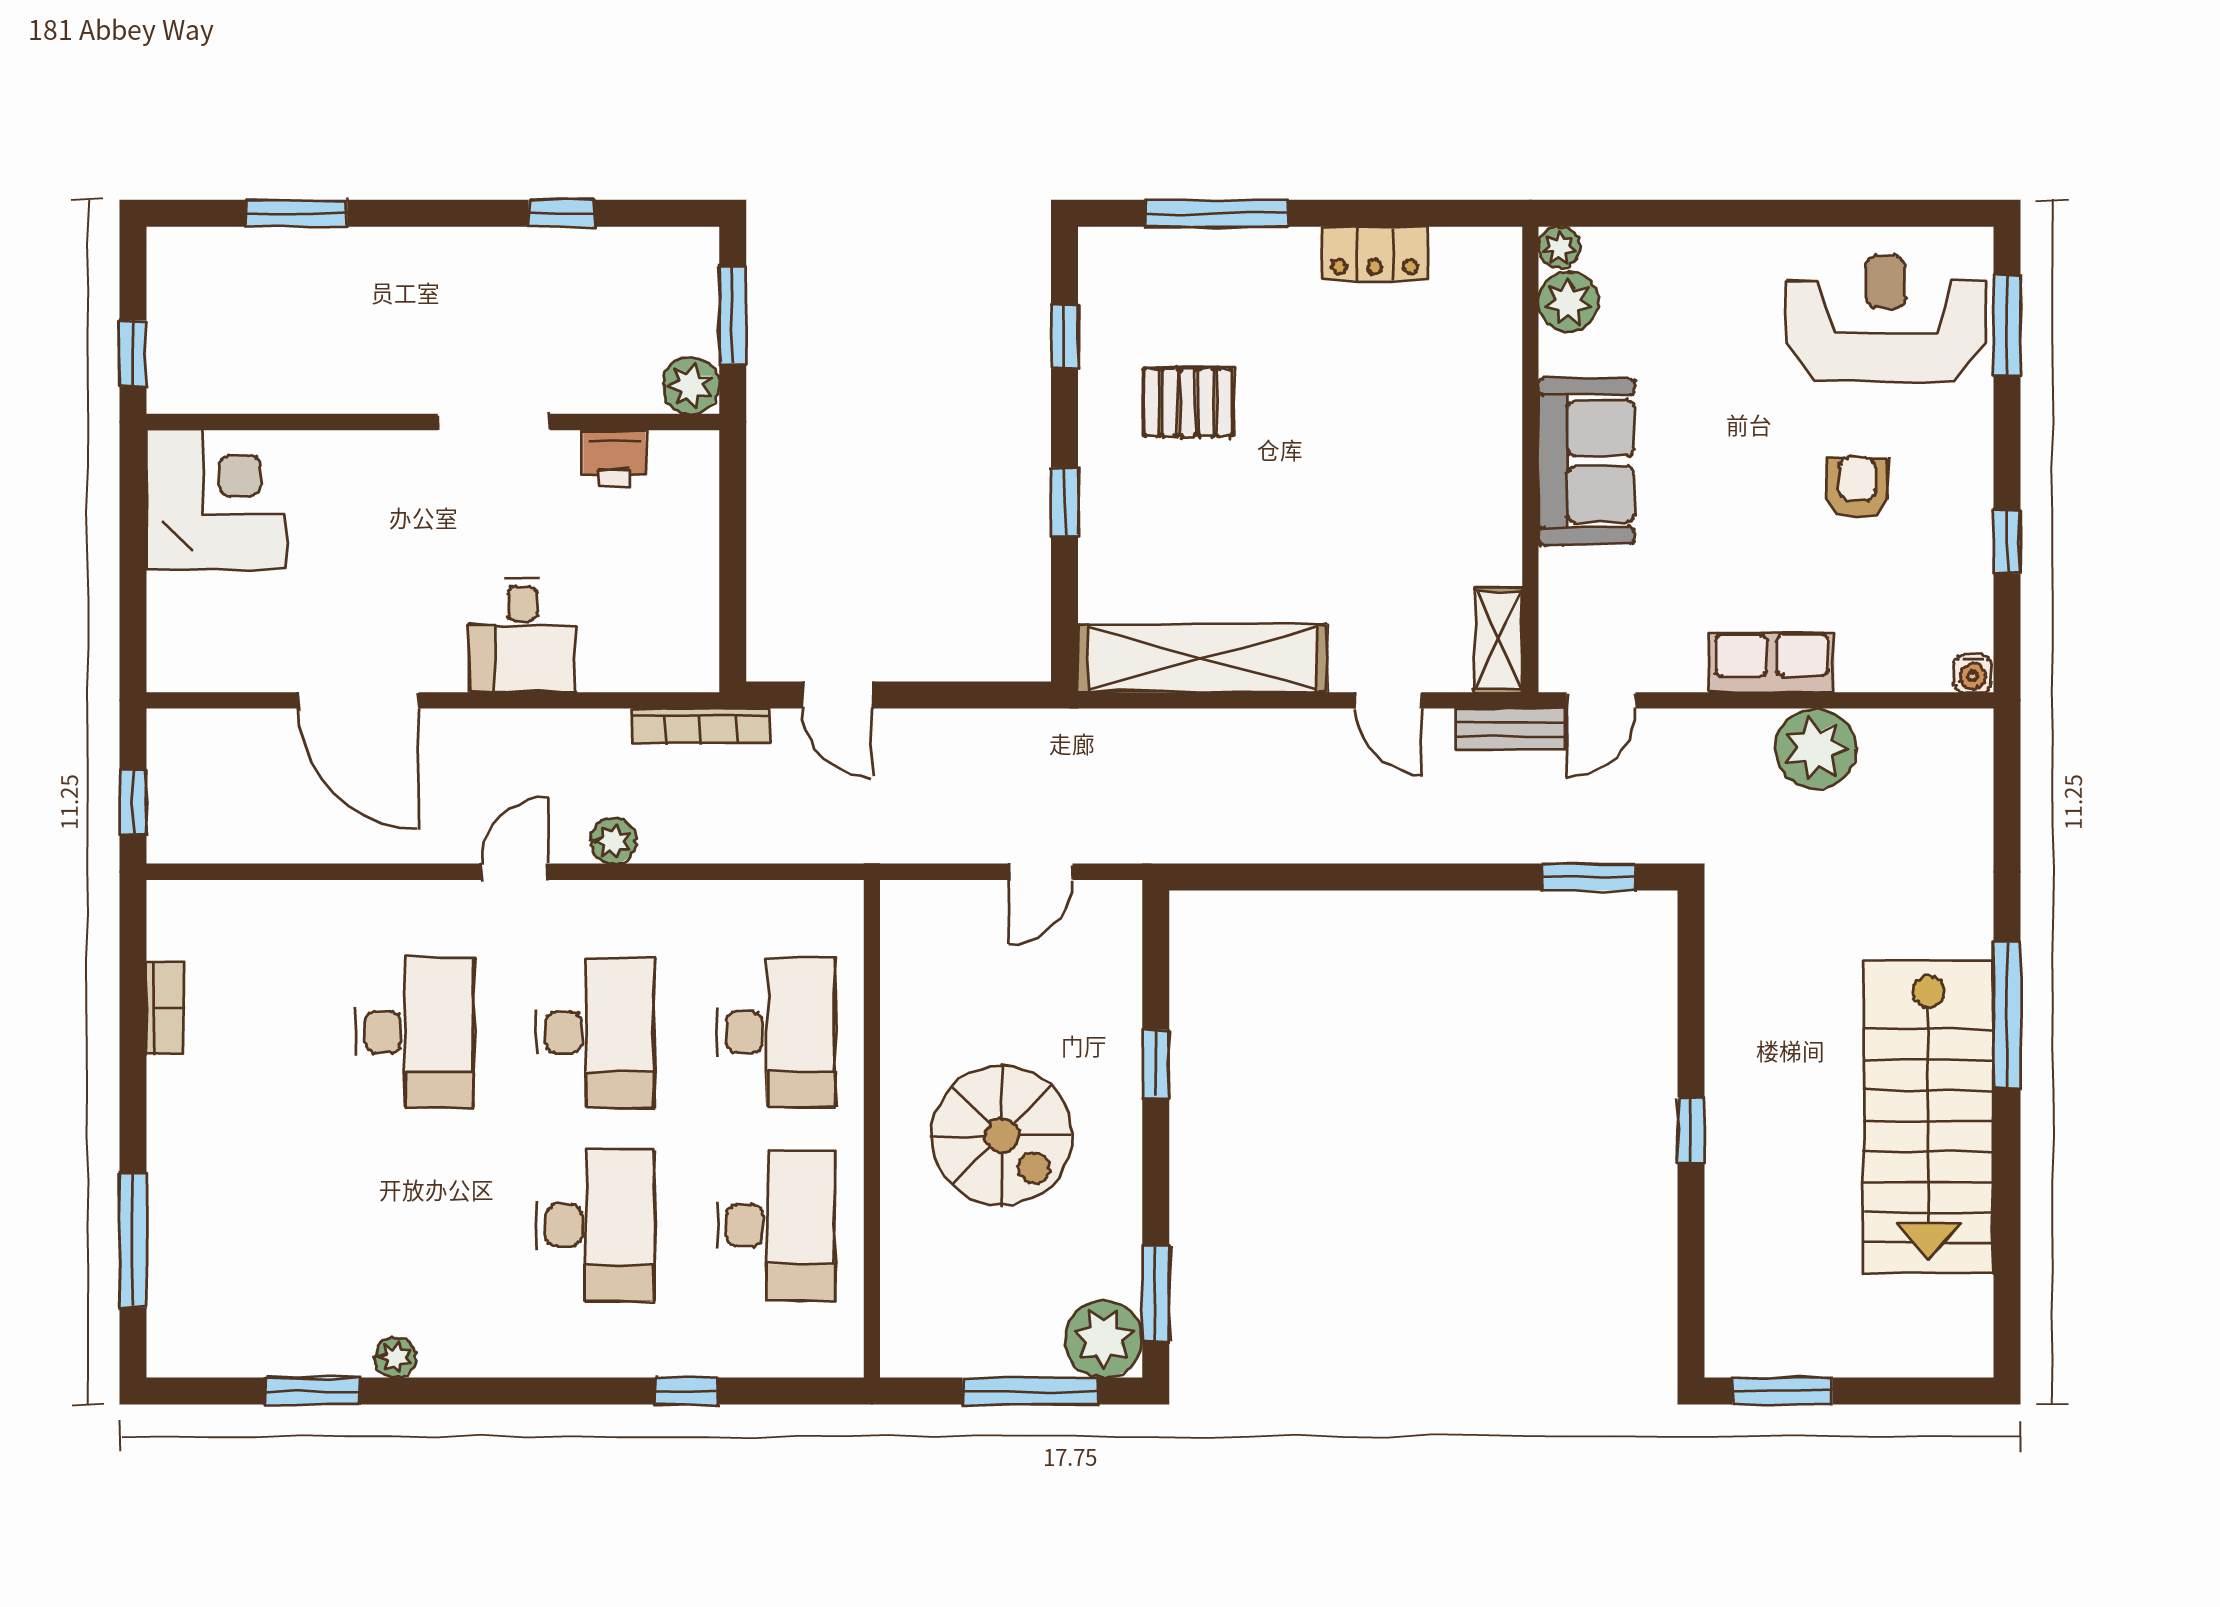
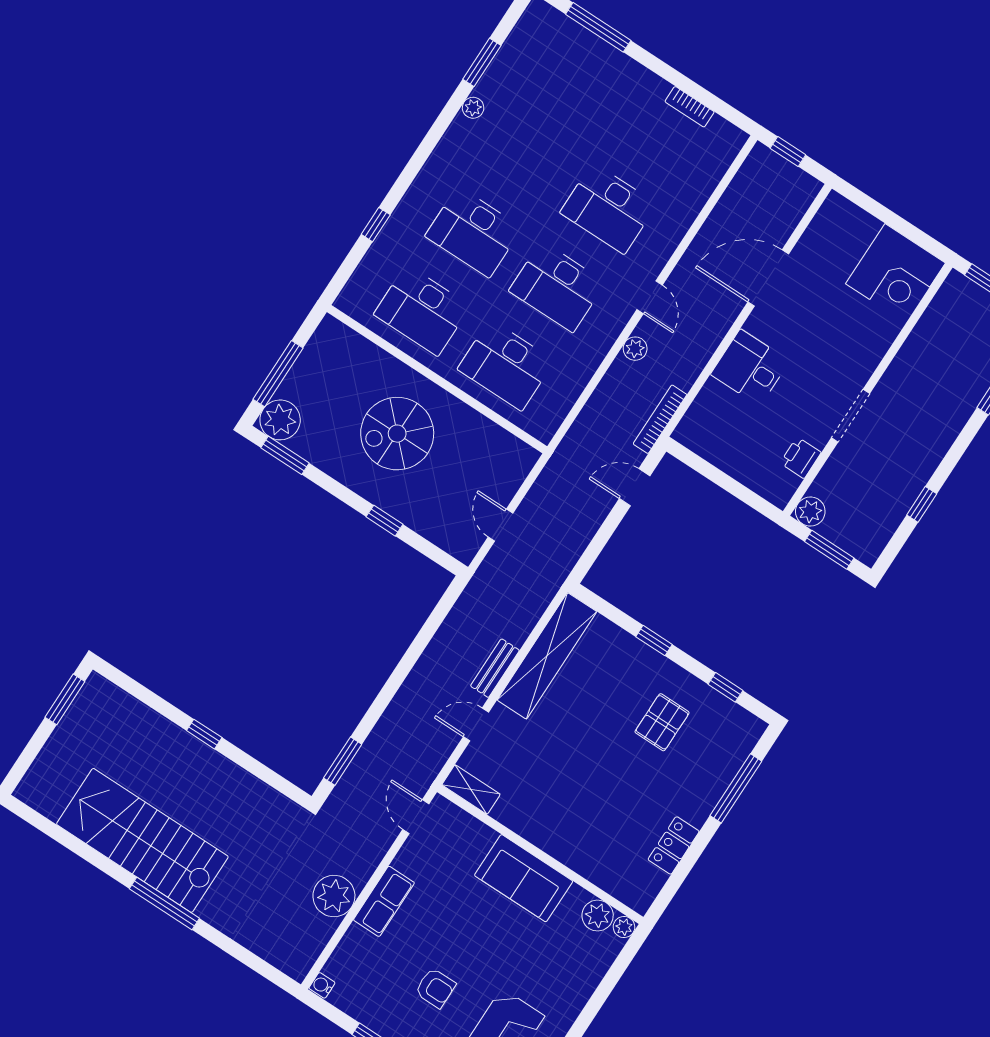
bench: (1510, 729) -> (495, 668), moved

